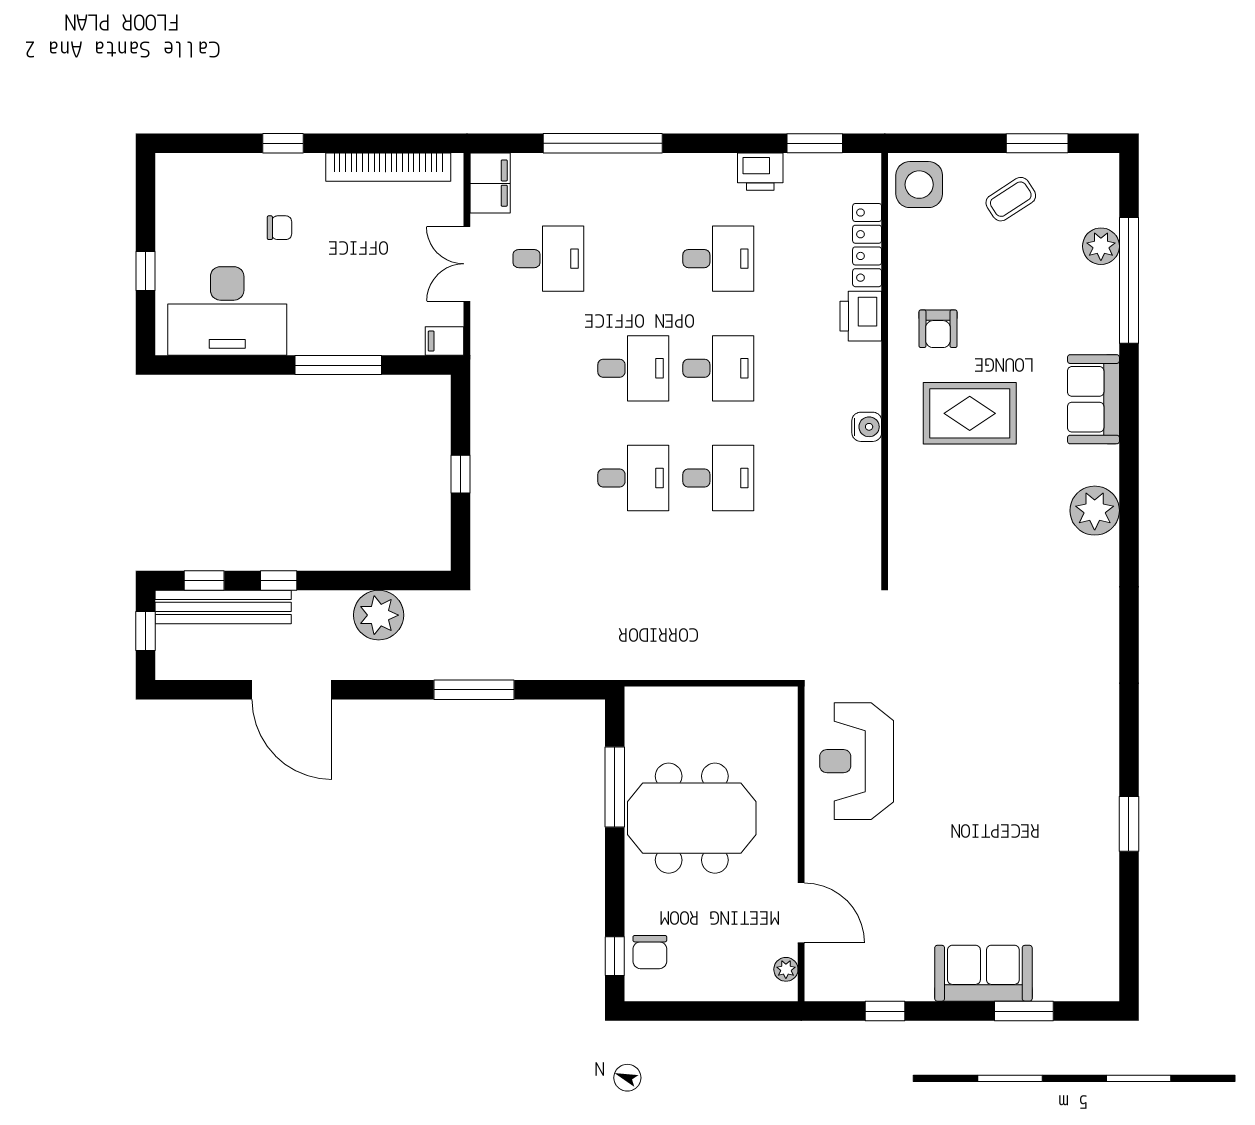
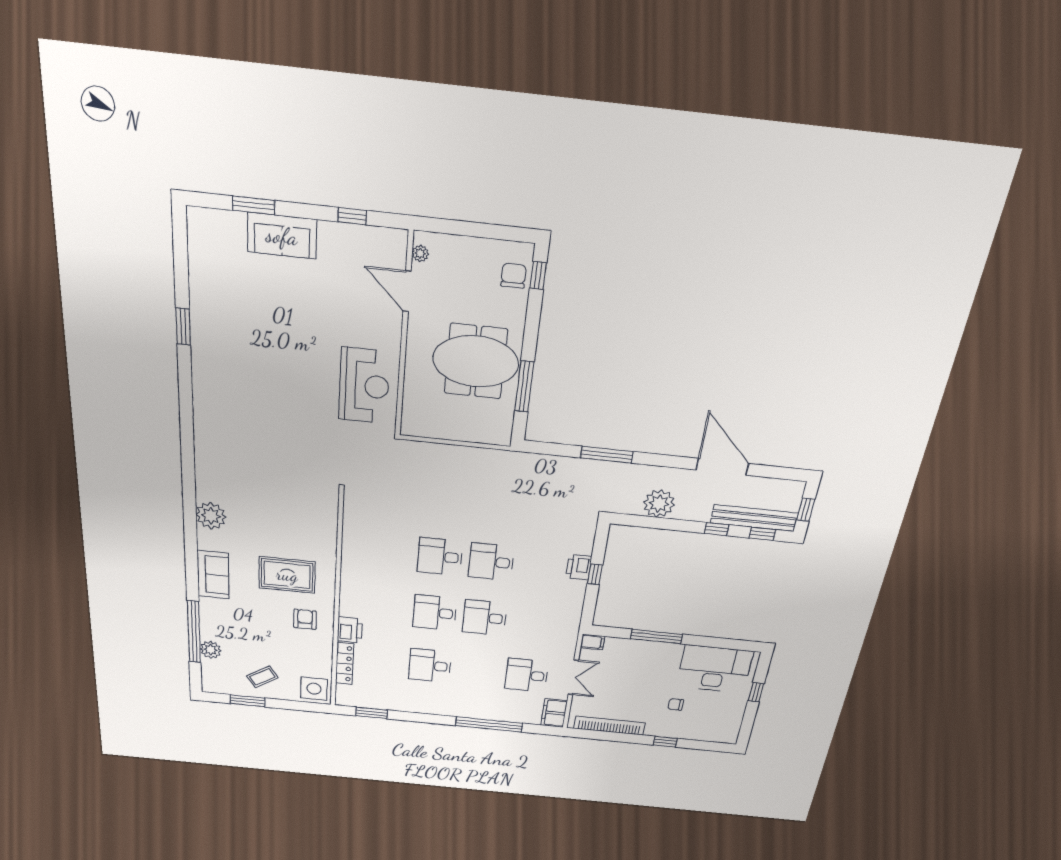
printer: (760, 172) -> (579, 567), moved, turned -90
water cooler: (867, 427) -> (349, 574), removed

